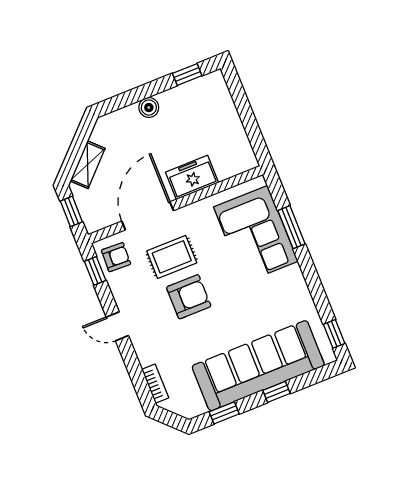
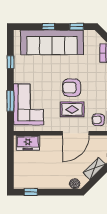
boiler: (149, 108) -> (75, 184), moved
freezer: (192, 177) -> (28, 143), moved
window: (334, 334) -> (10, 62), moved

